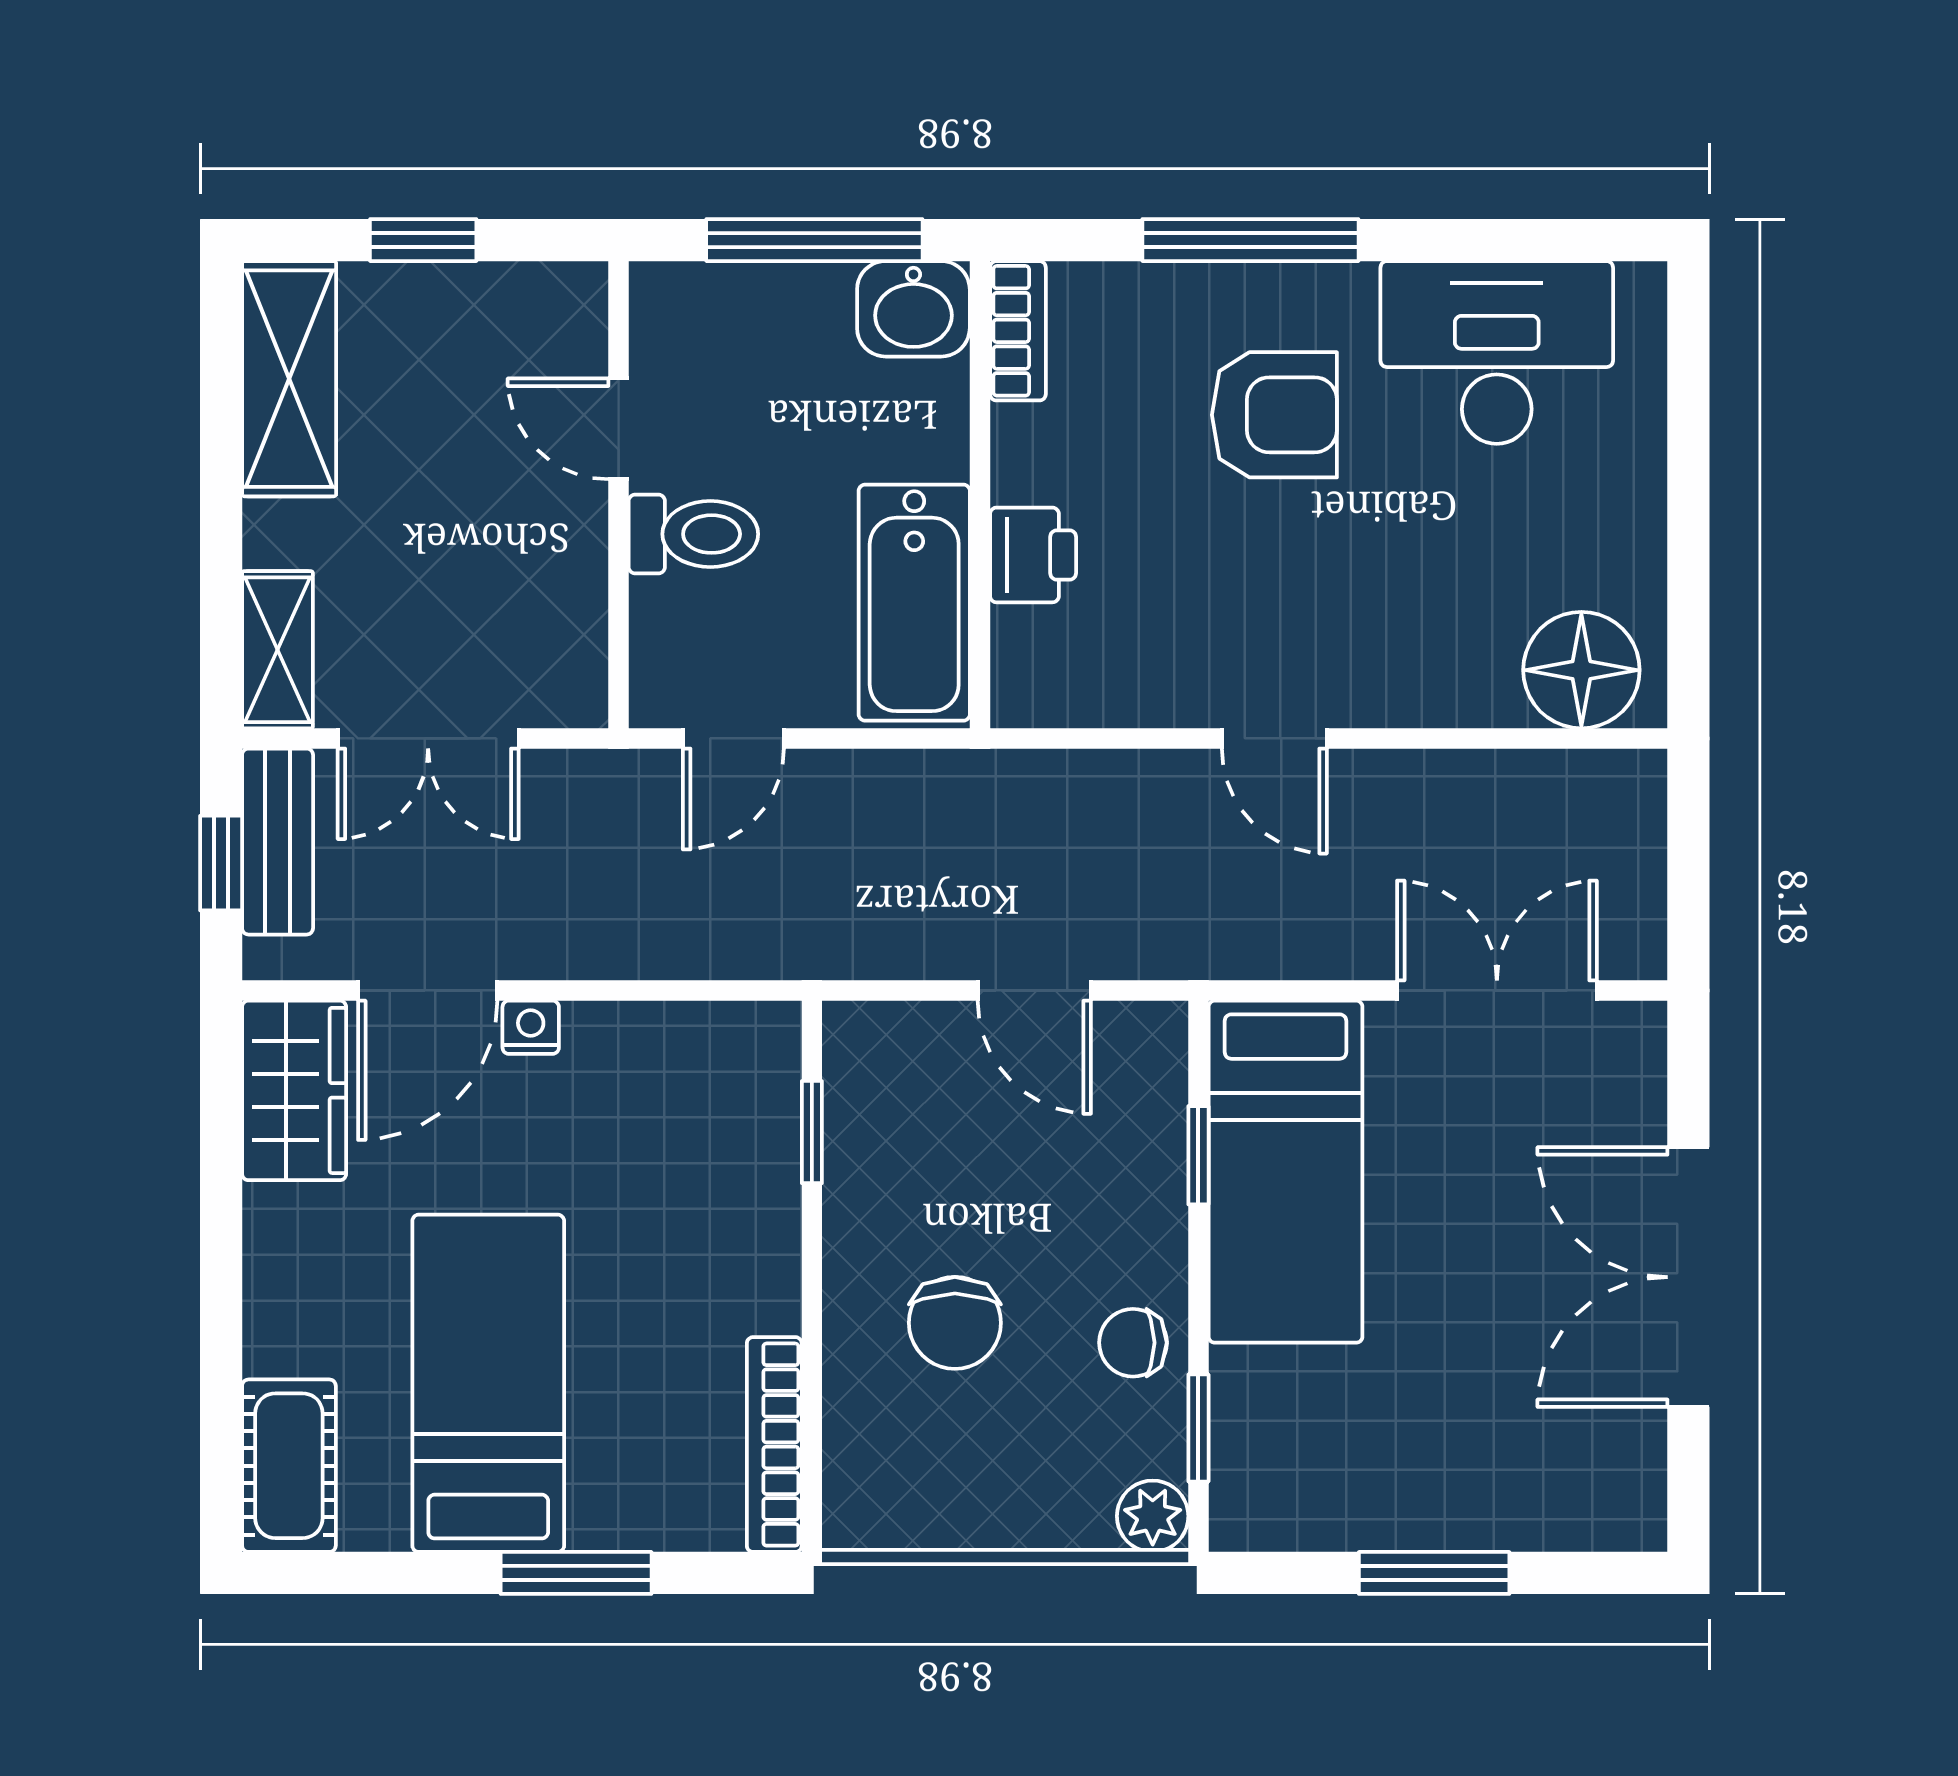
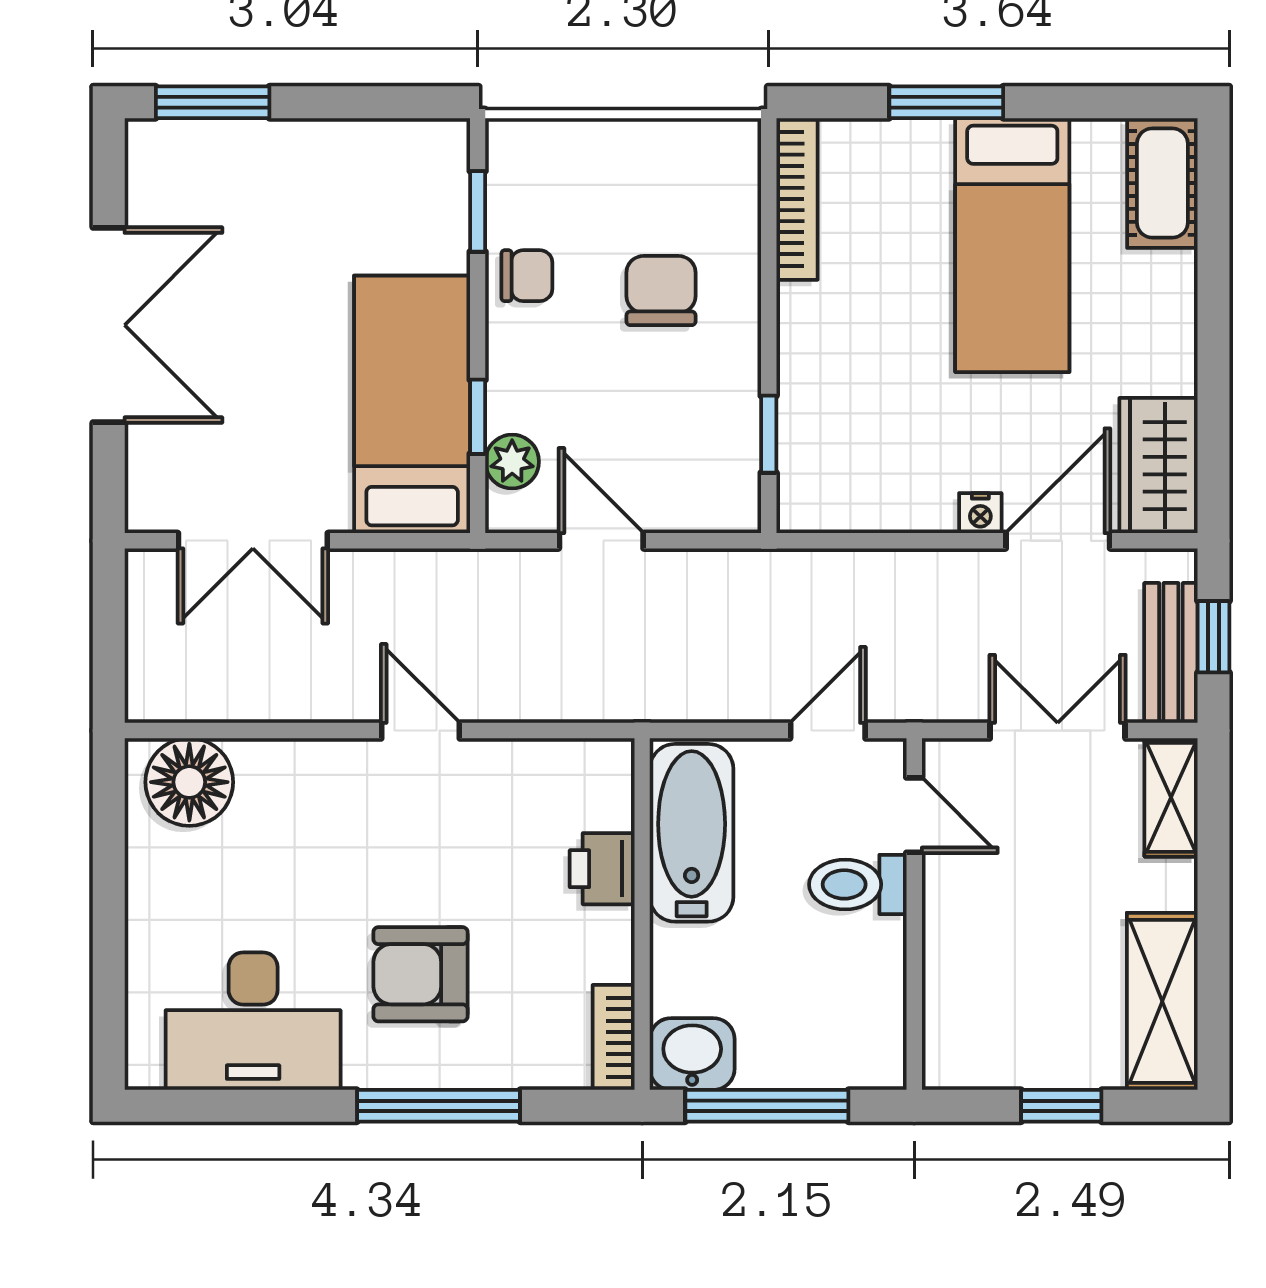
door: (619, 429) -> (914, 815), moved
plant: (1153, 1516) -> (512, 462), moved
window: (1434, 1573) -> (213, 102), moved

